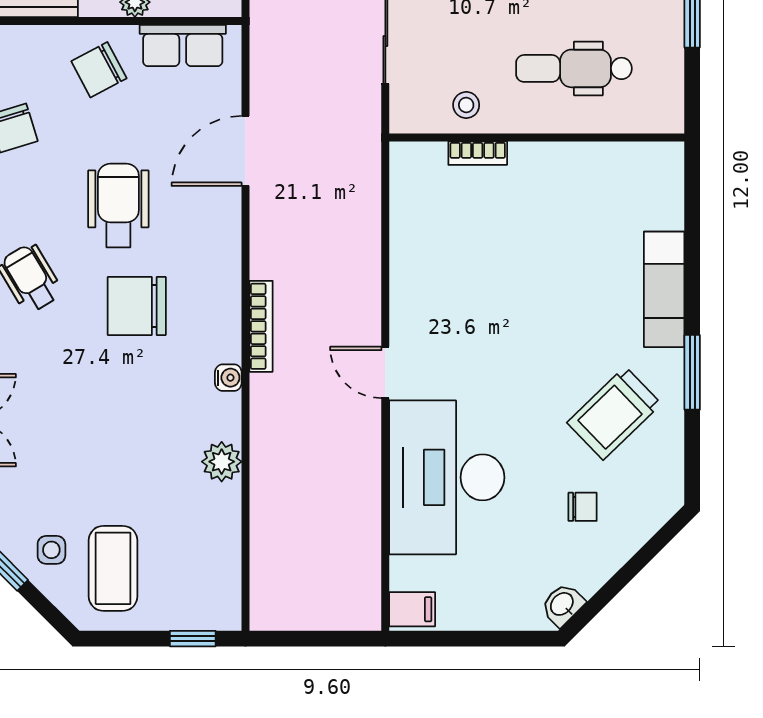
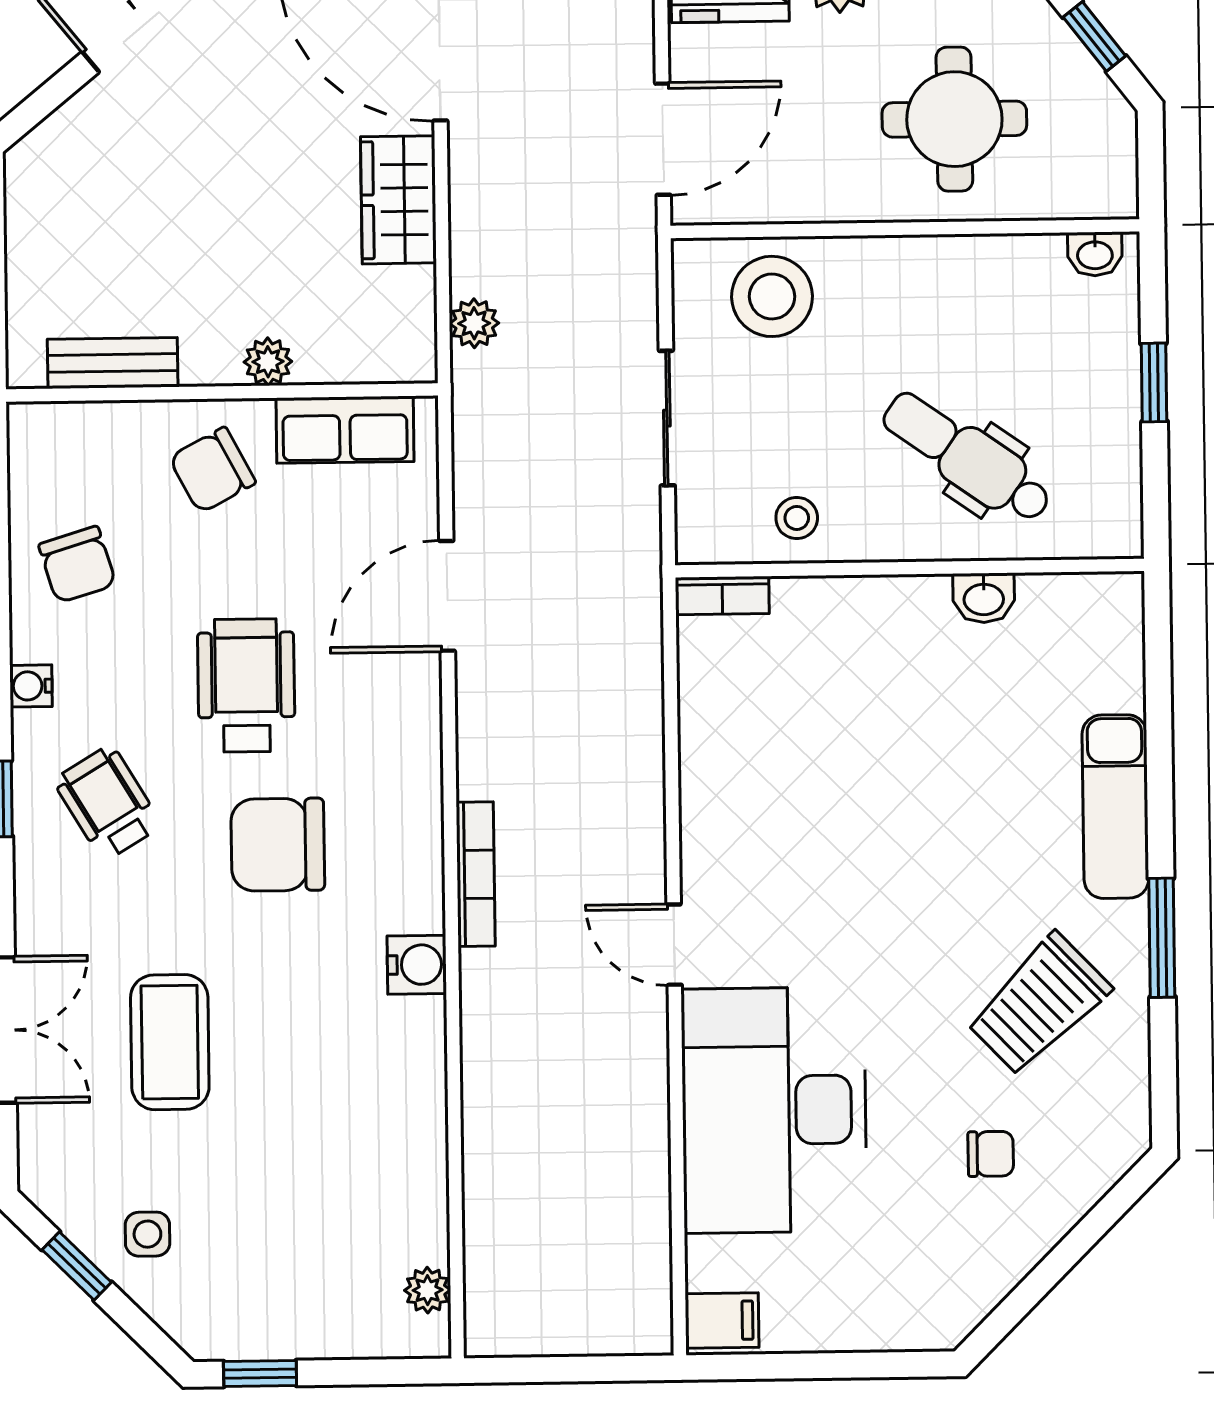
dental chair: (574, 68) -> (967, 457), turned 35
bookcase: (478, 153) -> (722, 596), moved
water cooler: (228, 378) -> (417, 965), width x1.38, depth x1.38
plant: (222, 462) -> (428, 1290), moved, width x0.73, depth x0.73
coffee table: (113, 568) -> (170, 1042), moved
washbasin: (562, 605) -> (984, 598), moved, turned -135
window: (193, 639) -> (260, 1374), moved

